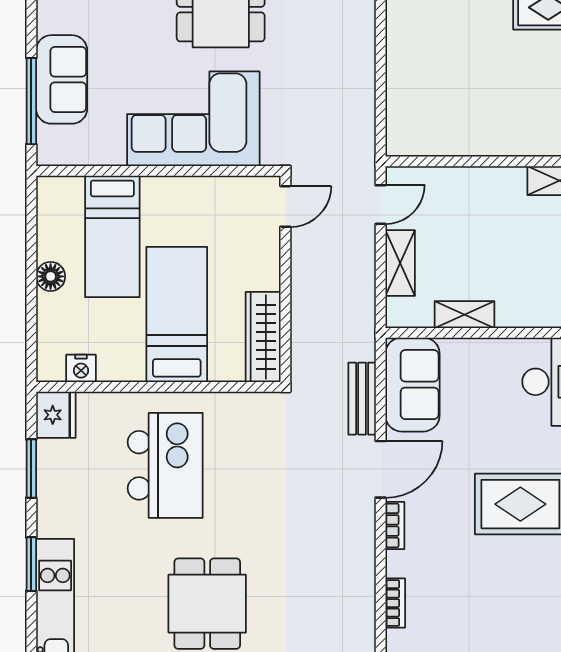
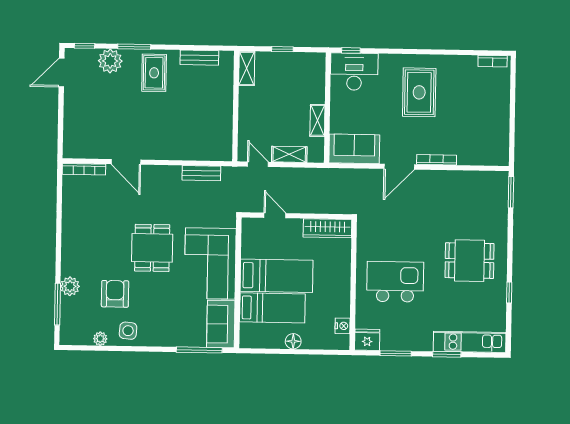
sofa: (62, 79) -> (221, 324), moved, turned -90
door: (285, 206) -> (275, 215), moved
bed: (177, 314) -> (277, 276), moved, turned 180
bench: (362, 399) -> (201, 173), moved
door: (381, 469) -> (399, 167), swing flipped
bookcase: (395, 525) -> (437, 160), width x1.56
bookcase: (395, 603) -> (471, 160), removed

